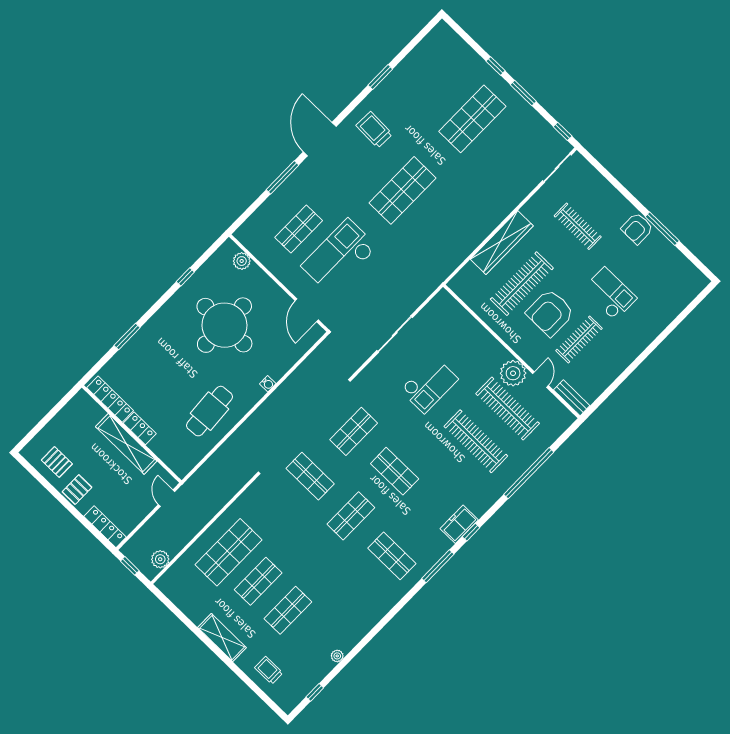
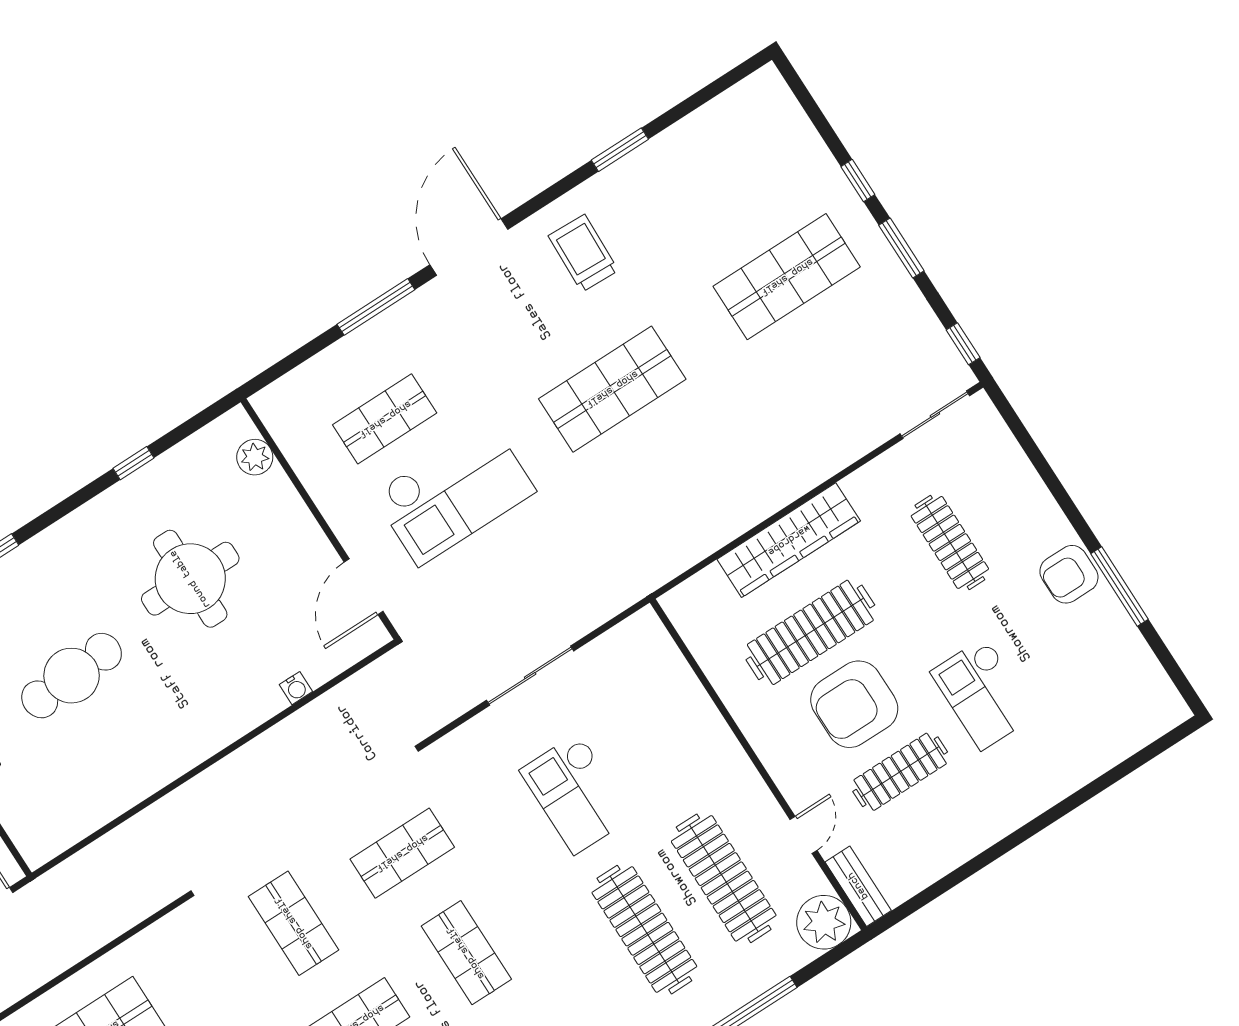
checkout: (339, 256) -> (454, 493), turned 180
checkout: (610, 294) -> (983, 694), turned 180
round table: (224, 325) -> (190, 579), width x0.73, depth x0.73
plant: (513, 373) -> (824, 922), moved
water cooler: (268, 384) -> (296, 688), moved
checkout: (429, 385) -> (577, 794), turned 90
cafe table: (210, 411) -> (72, 676), moved

